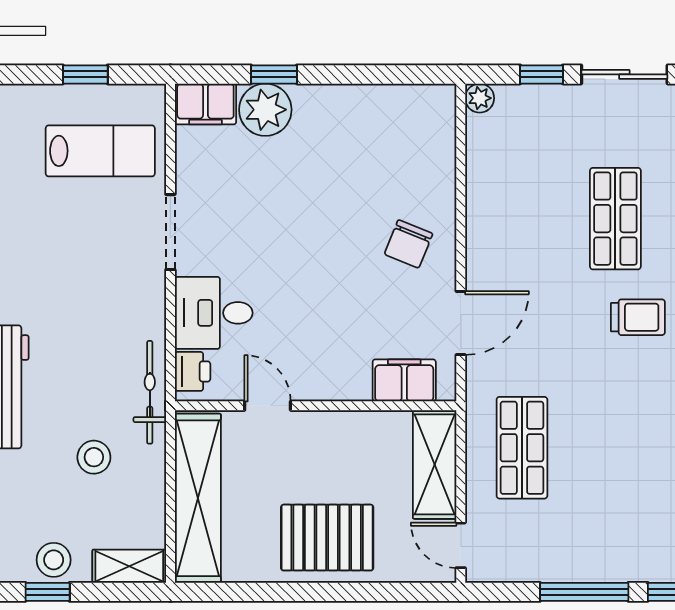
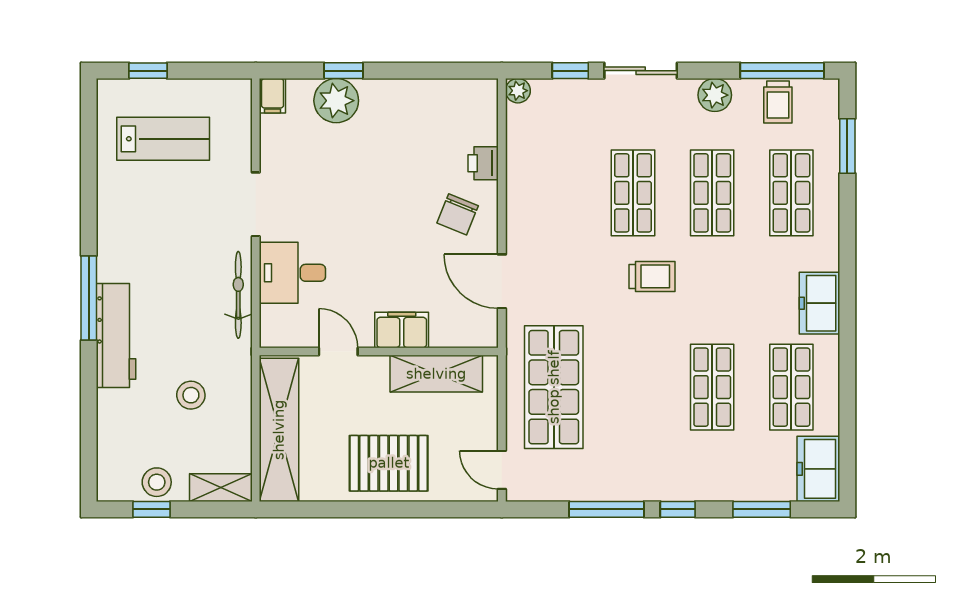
window: (85, 74) -> (148, 71), moved
filing cabinet: (205, 104) -> (272, 96), width x0.50
lab bench: (100, 151) -> (163, 139), moved
door: (461, 323) -> (502, 281), swing flipped
printer: (193, 371) -> (483, 163), moved, turned 180
filing cabinet: (404, 380) -> (402, 330), moved
bicycle: (150, 392) -> (238, 295), moved
shop shelf: (522, 448) -> (554, 387), width x1.43, depth x1.36
shelving: (435, 464) -> (436, 374), moved, turned 90

